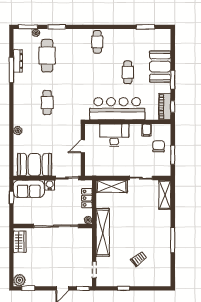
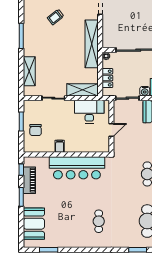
cafe table: (97, 42) -> (99, 221), moved
booth: (160, 67) -> (34, 224), moved
cafe table: (128, 72) -> (66, 204), removed
piano: (165, 107) -> (29, 180), moved
filing cabinet: (146, 130) -> (60, 146), moved
desk: (114, 135) -> (89, 112), moved, turned 180
shelving: (165, 195) -> (29, 71), moved

